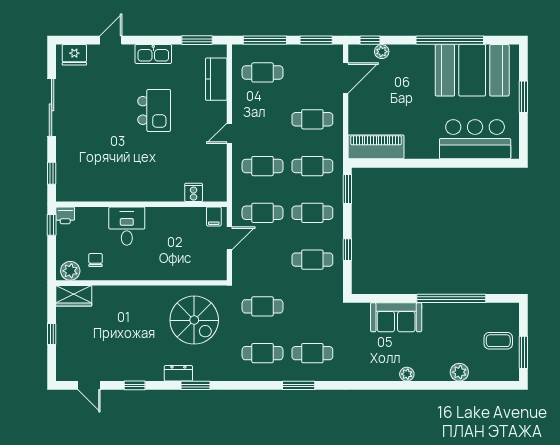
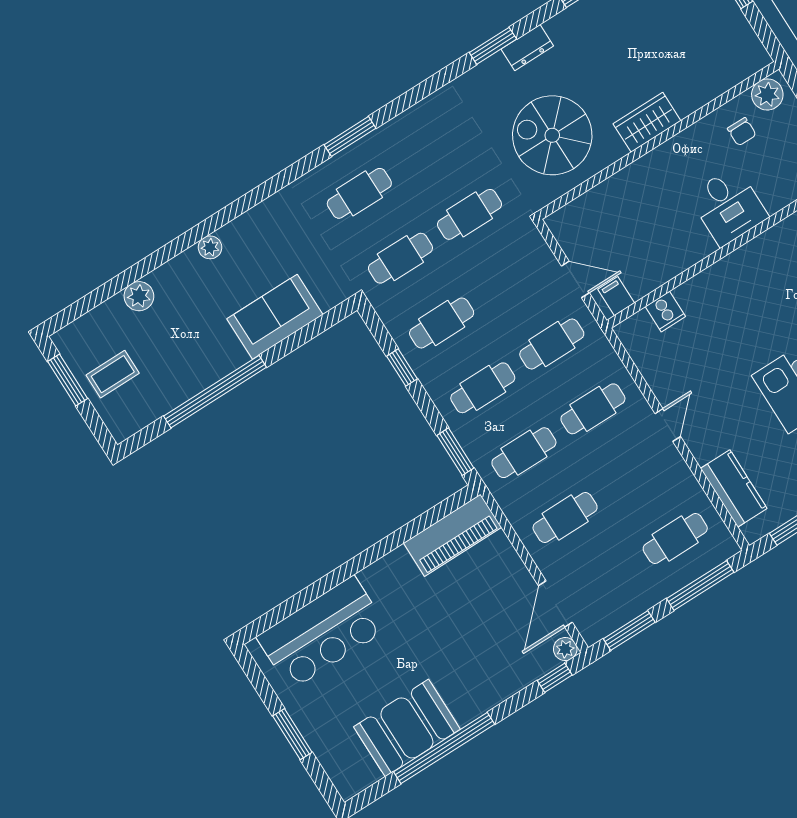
plant: (382, 52) -> (565, 649), moved
booth: (472, 70) -> (407, 728), width x0.73, depth x0.70
door: (229, 238) -> (575, 279), swing flipped
wardrobe: (74, 296) -> (647, 122), moved
cafe table: (263, 353) -> (400, 258), moved

